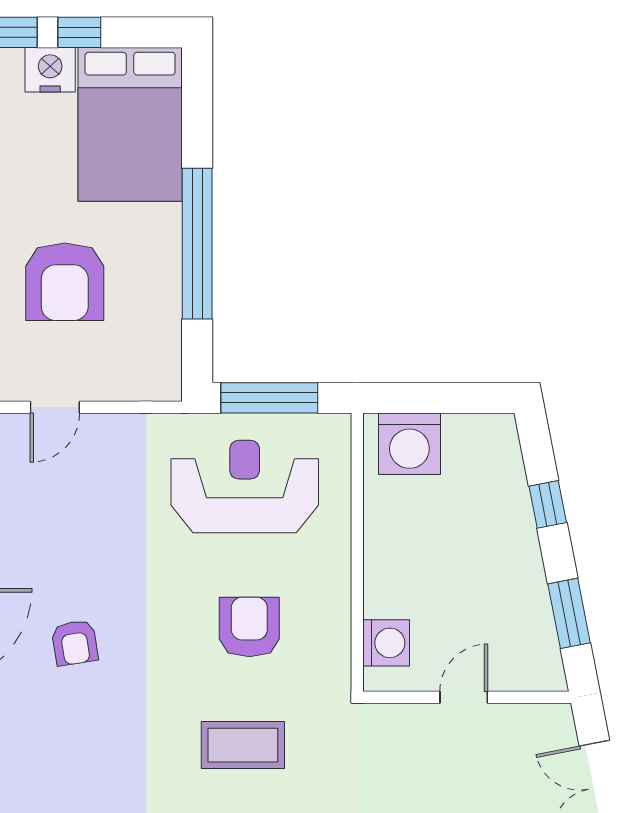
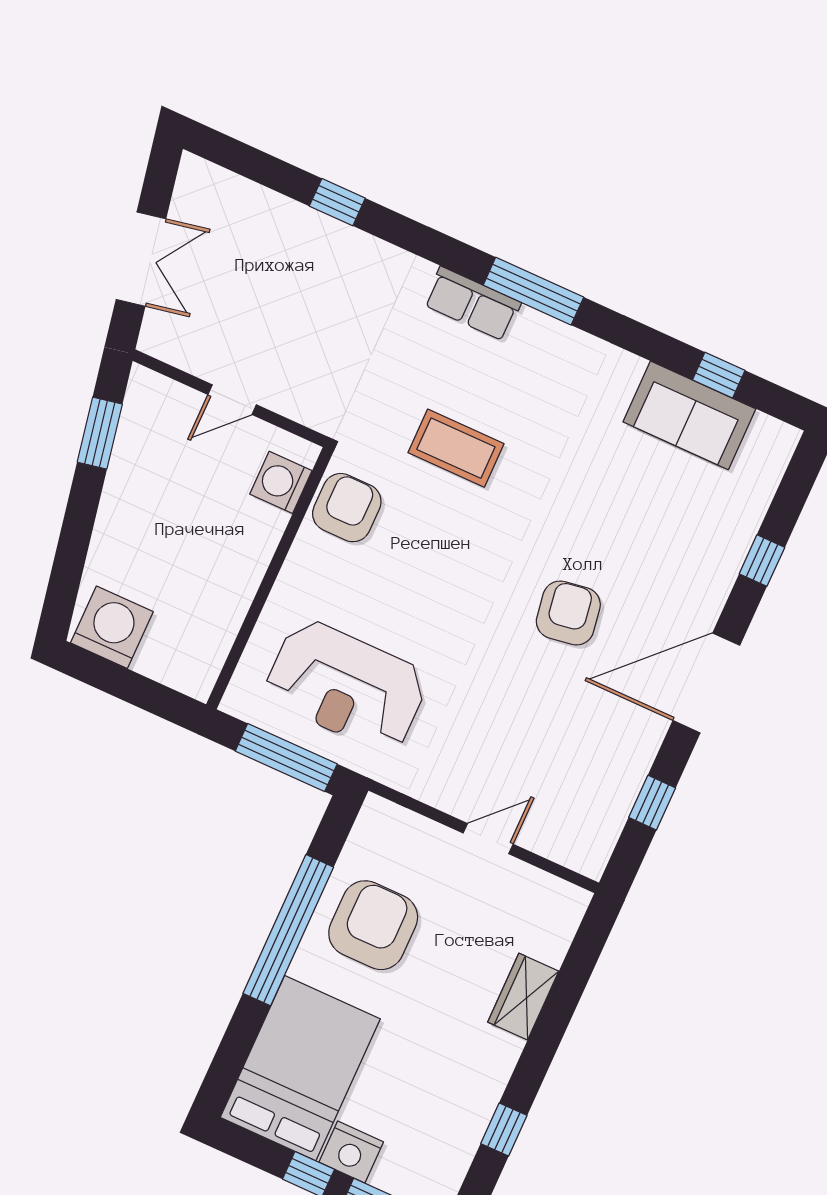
armchair: (65, 282) -> (373, 925), moved
washing machine: (409, 444) -> (112, 627), moved
window: (548, 504) -> (74, 543), removed
armchair: (249, 627) -> (347, 508), moved, turned 180
armchair: (75, 643) -> (568, 613), width x1.38, depth x1.38

